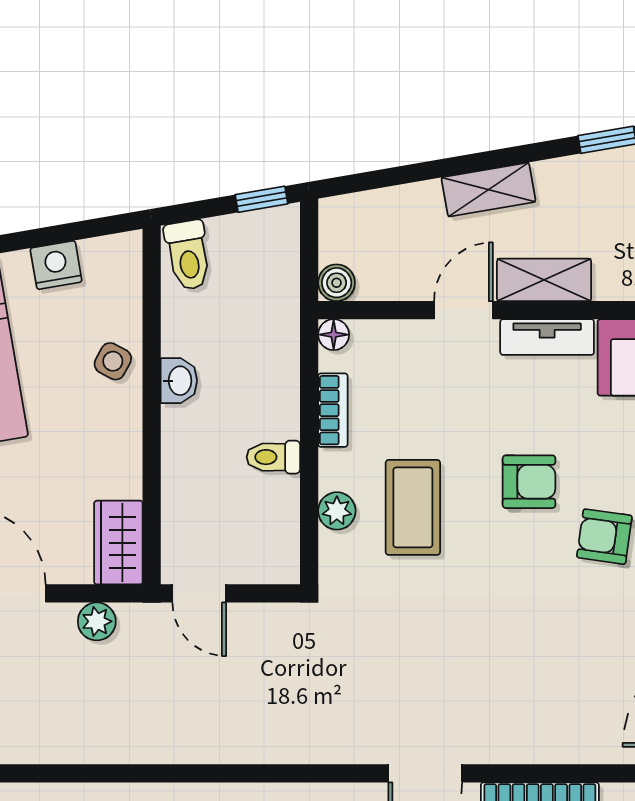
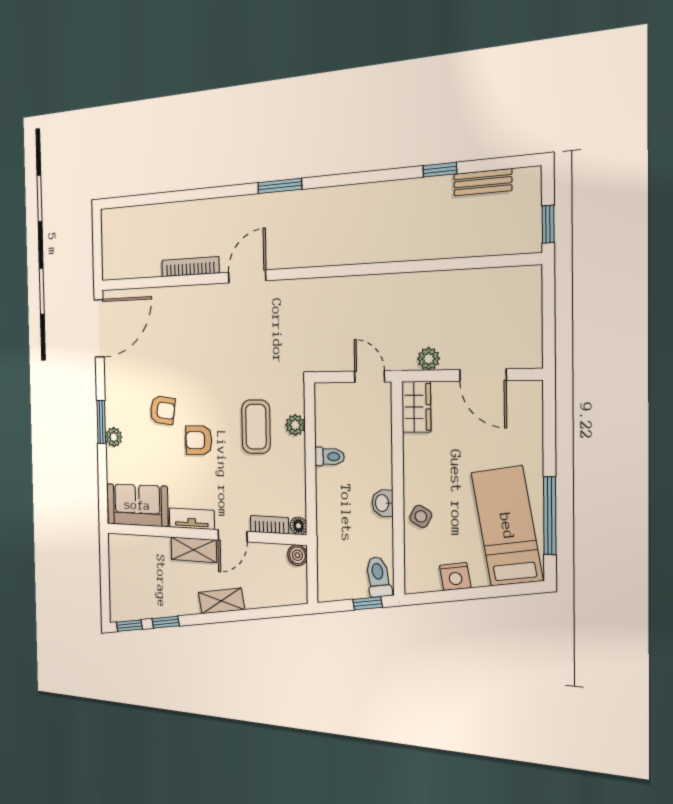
window: (262, 199) -> (368, 603), moved
bookcase: (333, 410) -> (269, 525), moved, turned 90

